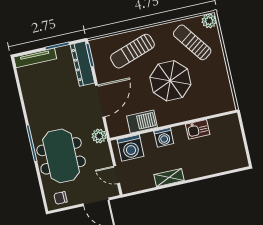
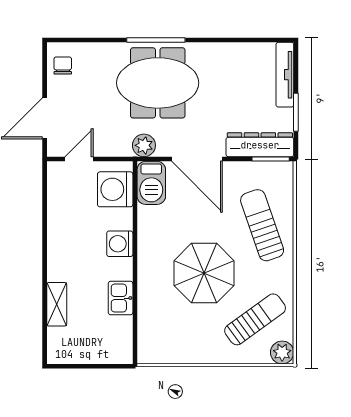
barbecue: (142, 122) -> (151, 183), moved
meeting table: (61, 156) -> (158, 83), moved
shelving: (169, 178) -> (57, 304), moved

